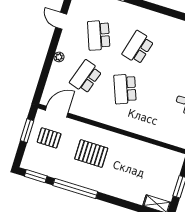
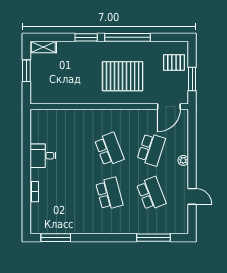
school desk: (138, 48) -> (109, 194), turned -30
pallet: (49, 138) -> (174, 62), moved
pallet: (91, 154) -> (123, 76), width x1.37, depth x1.41
window: (36, 176) -> (86, 37), moved

